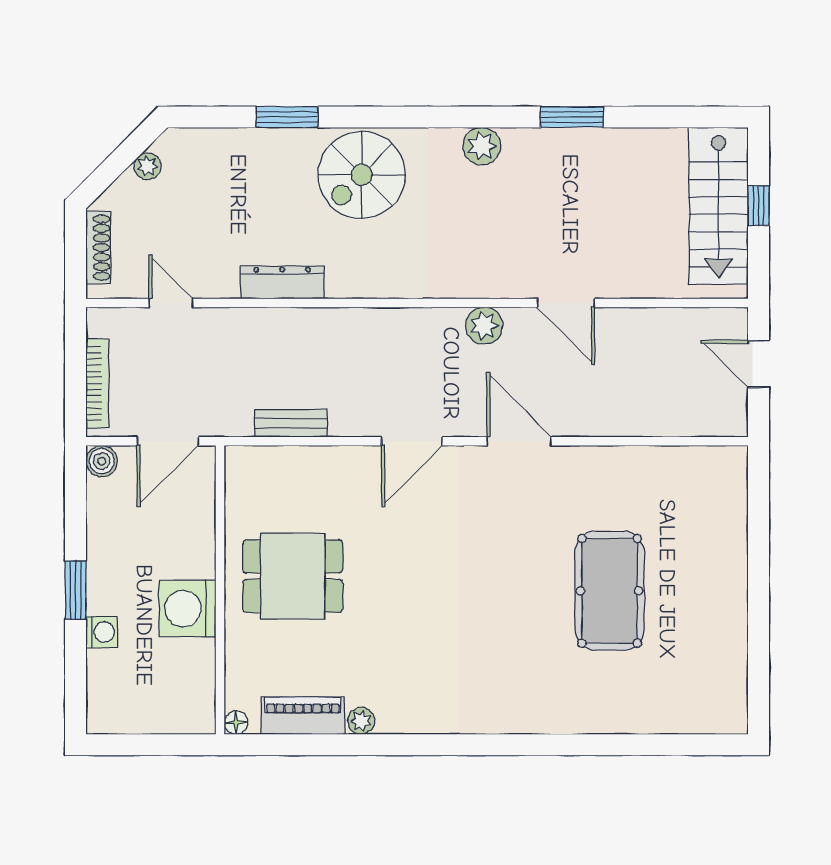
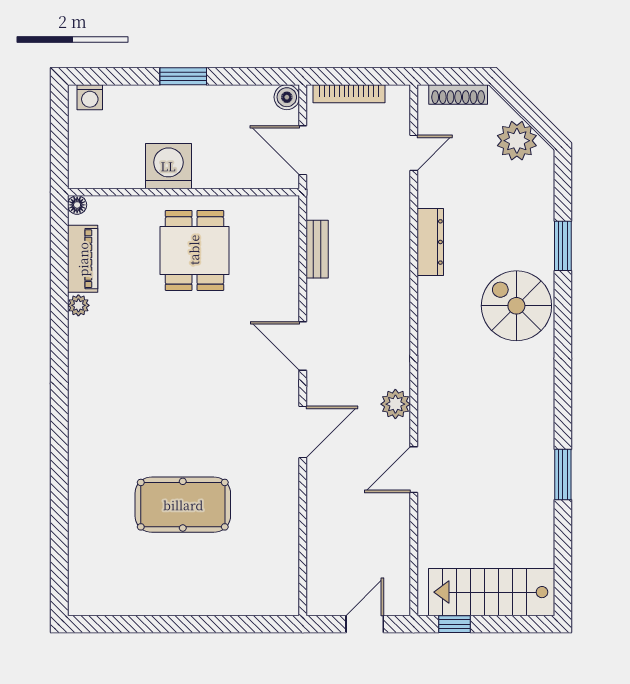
plant: (482, 146) -> (539, 402), removed
plant: (148, 166) -> (517, 141), width x1.88, depth x1.88
window: (759, 206) -> (454, 624), moved
washing machine: (102, 632) -> (90, 97), moved

